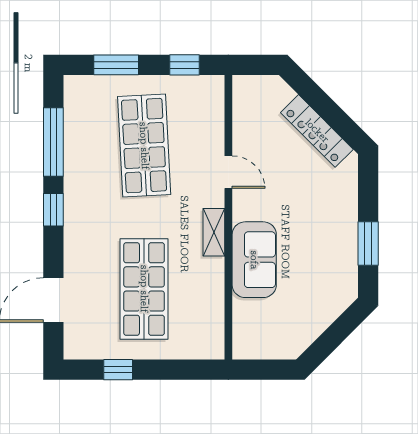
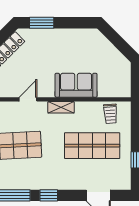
window: (368, 244) -> (42, 23), moved
trolley: (202, 322) -> (110, 114), added

